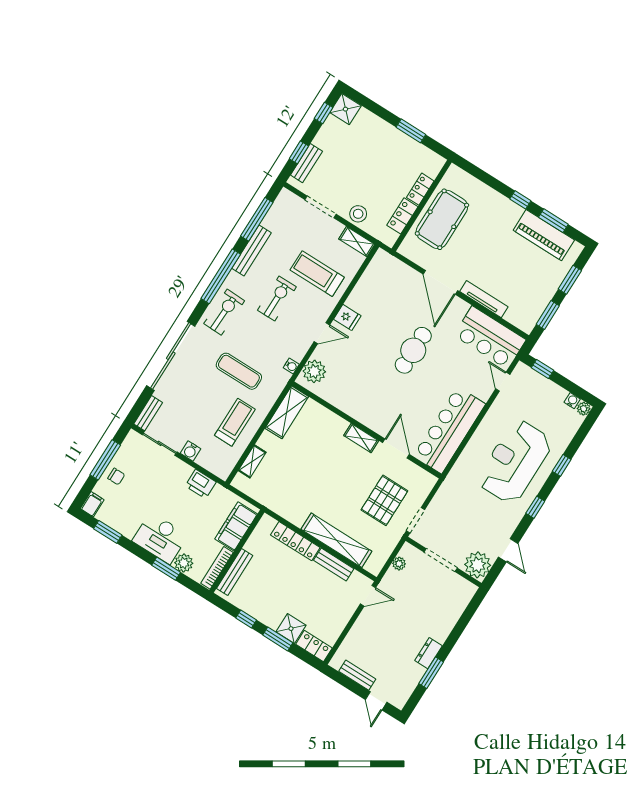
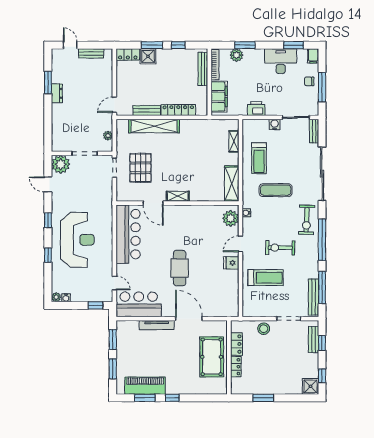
shelving: (357, 242) -> (254, 312), removed
bench: (251, 250) -> (313, 297), moved
exercise bike: (277, 299) -> (280, 248), turned 91
desk: (160, 538) -> (281, 61), moved

